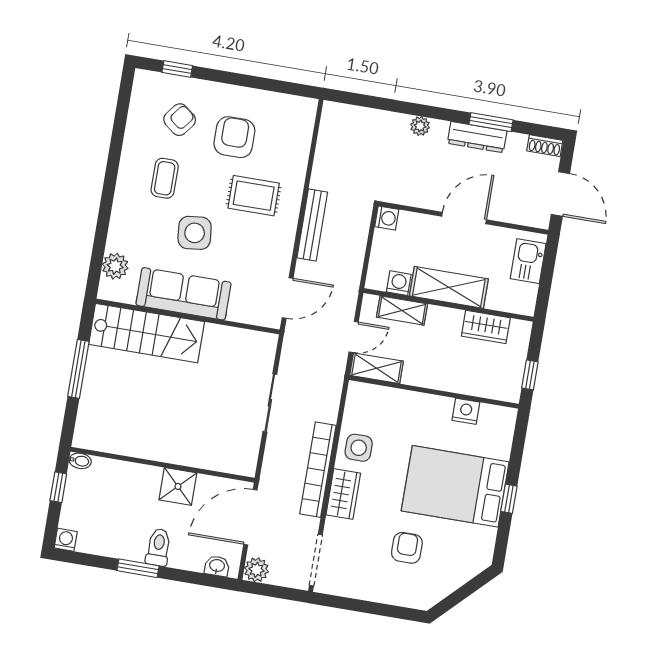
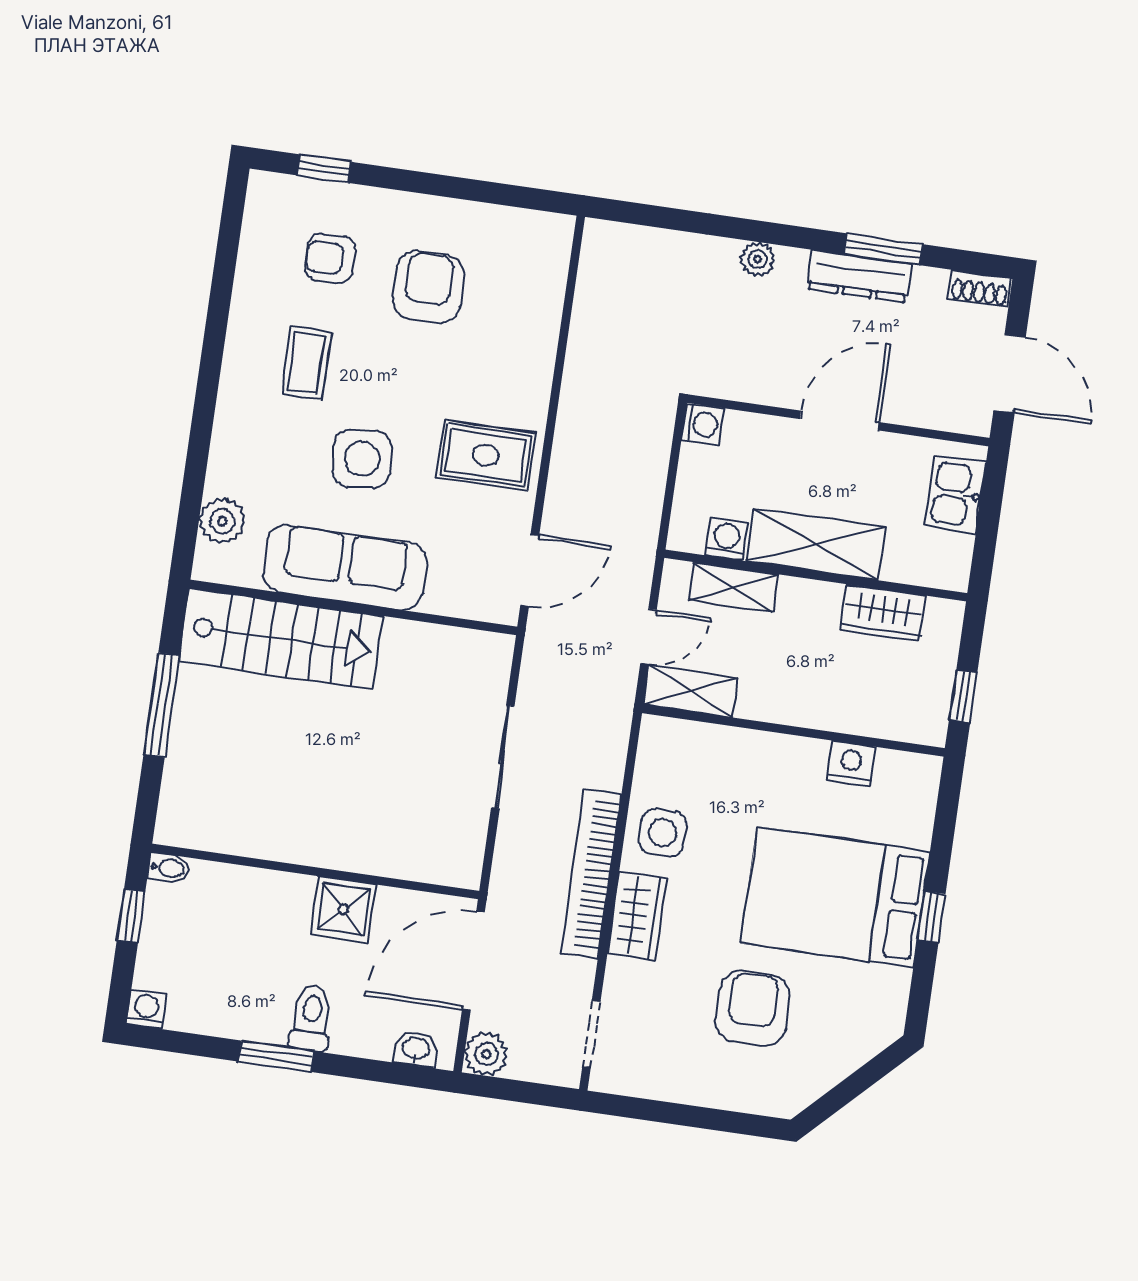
armchair: (180, 120) -> (330, 258), turned -128
rug: (254, 196) -> (486, 455), moved
bench: (312, 225) -> (570, 439), removed
armchair: (407, 548) -> (752, 1008), width x1.38, depth x1.38
doorway: (316, 560) -> (591, 1034), width x0.73

